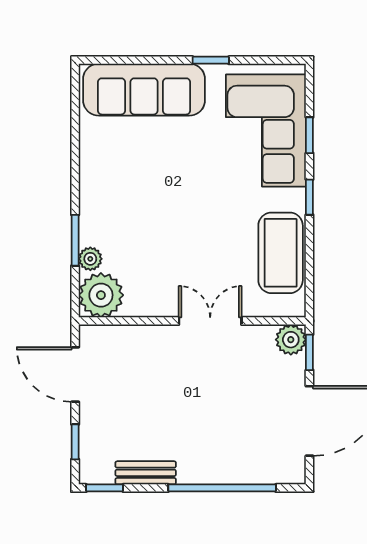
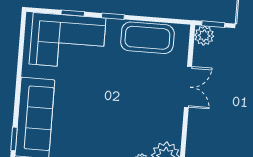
window: (211, 60) -> (14, 139), moved
double door: (210, 321) -> (188, 87), swing flipped

